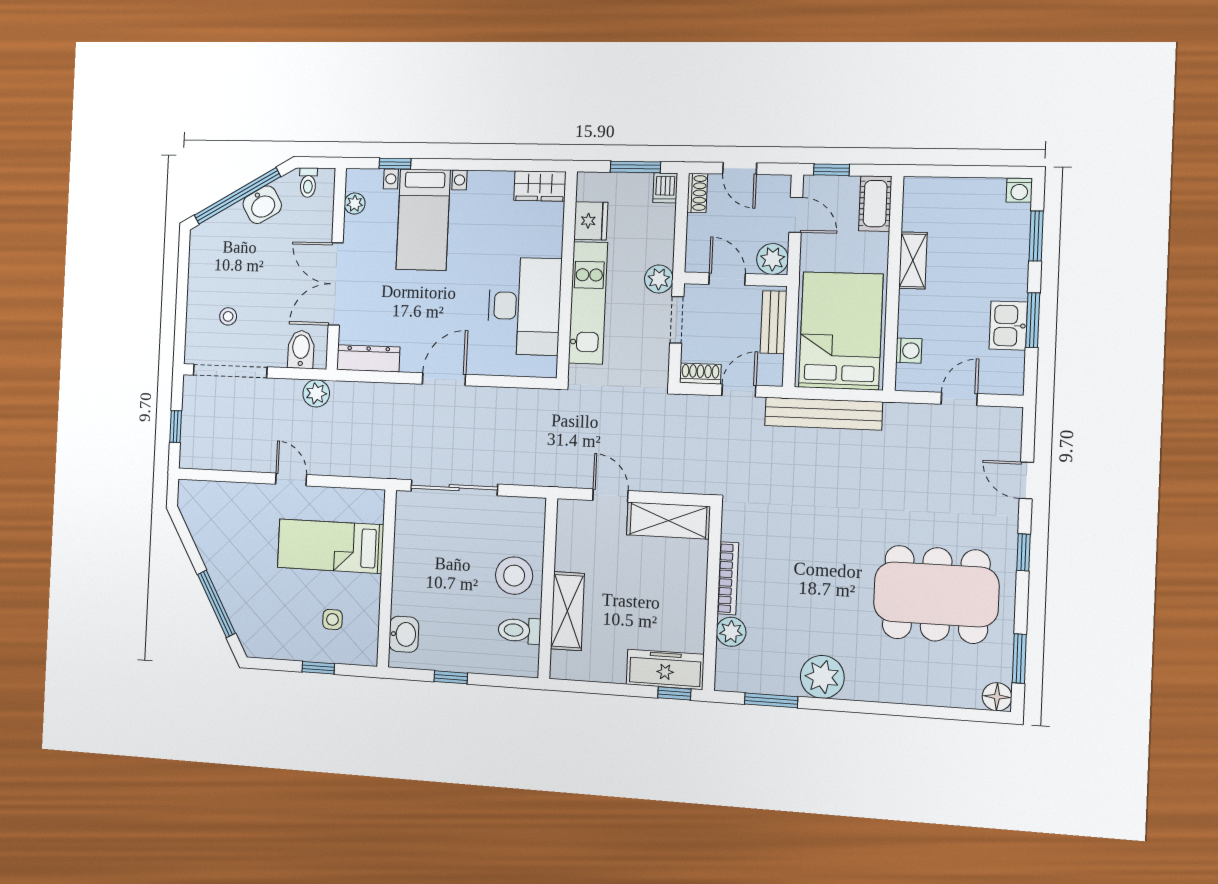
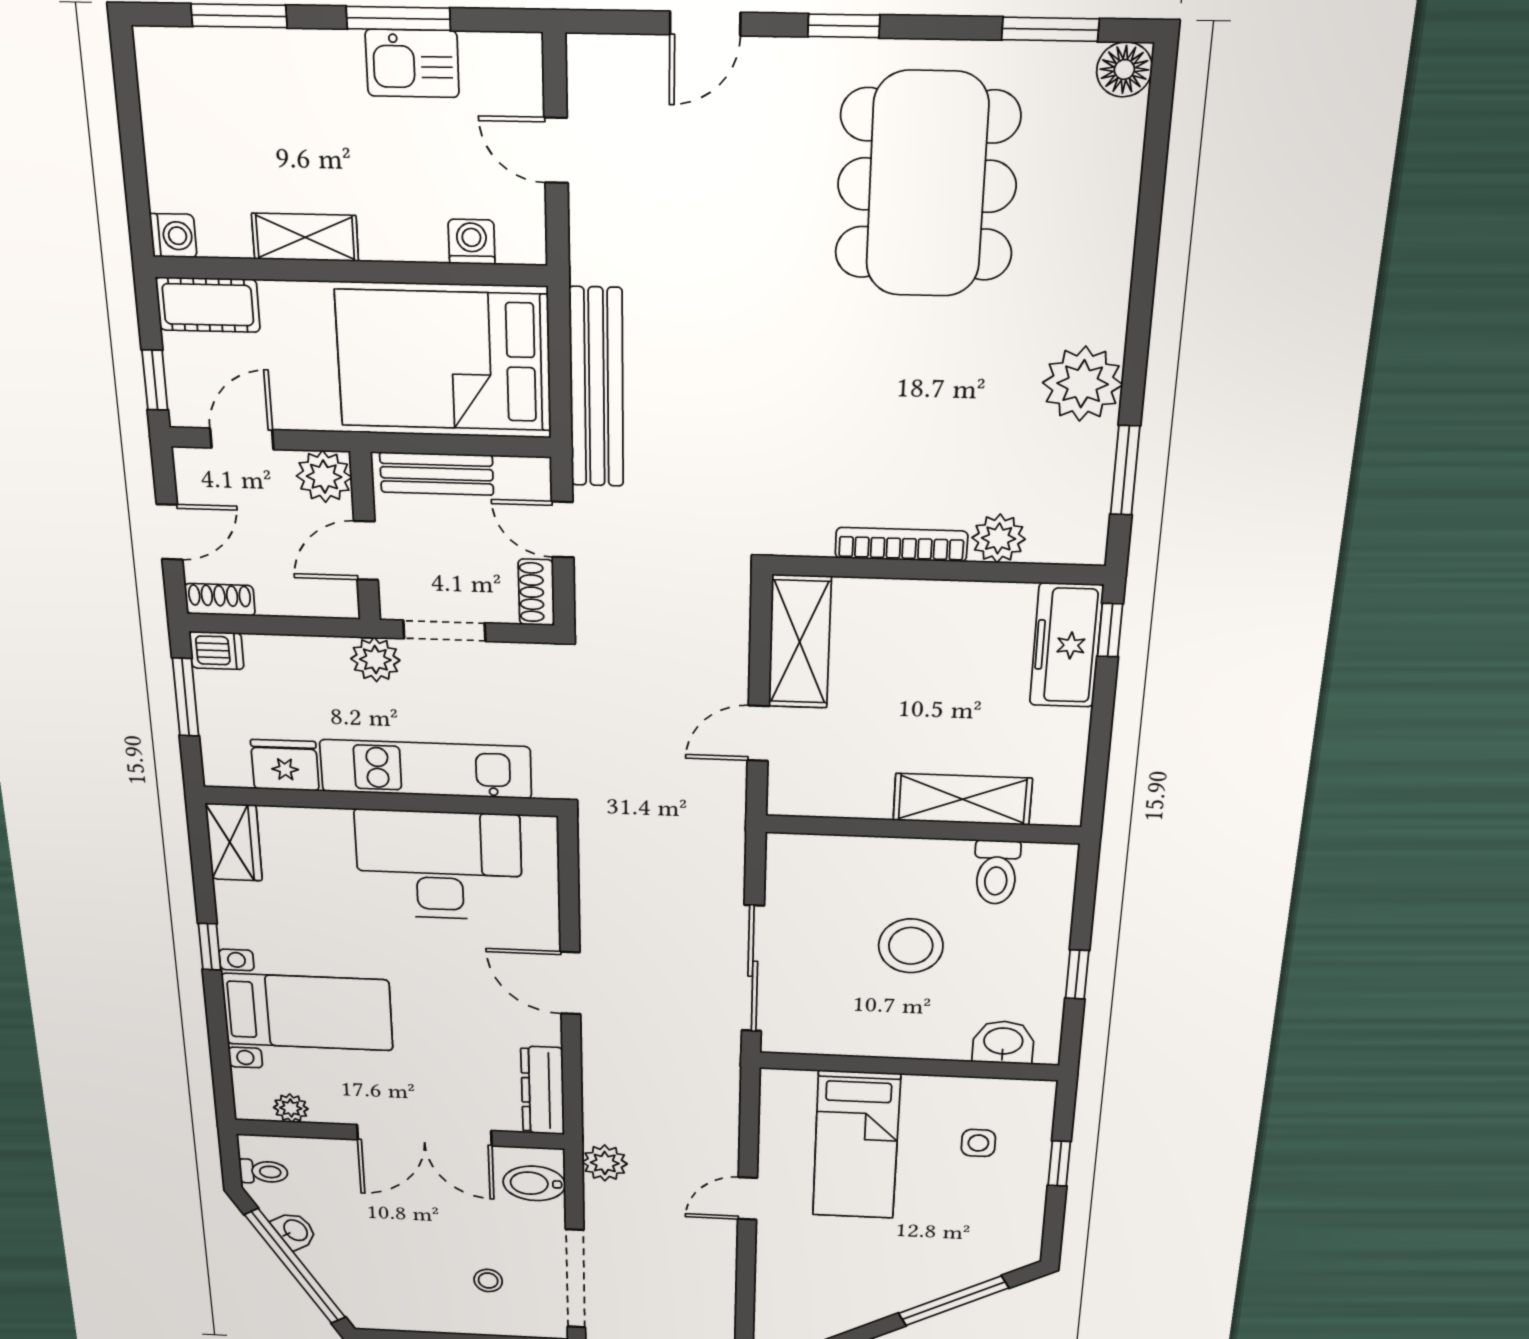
window: (395, 164) -> (210, 947), moved
washing machine: (1019, 190) -> (173, 236), moved
washbasin: (262, 205) -> (295, 1231), width x0.72, depth x0.69
stool: (514, 576) -> (911, 946), moved

